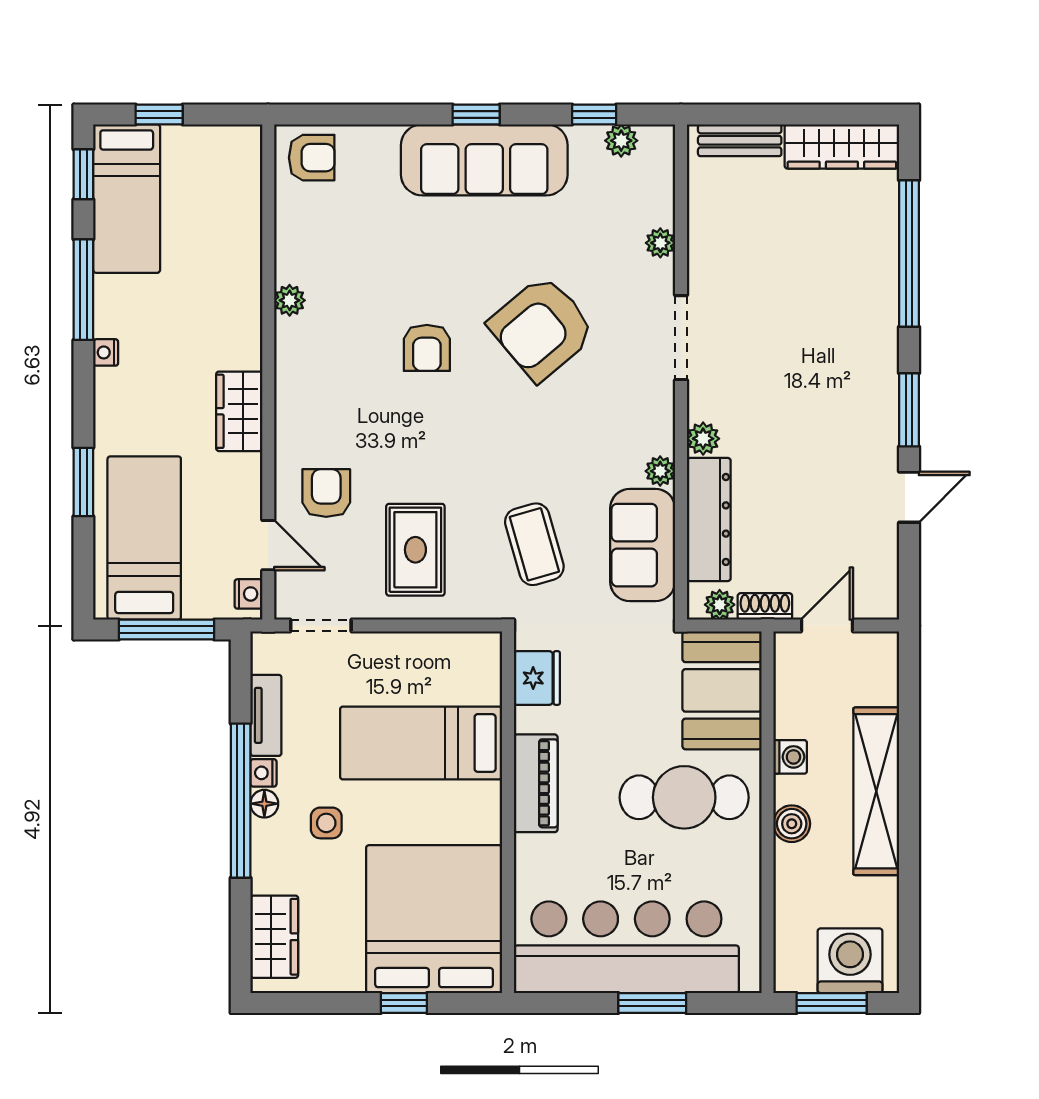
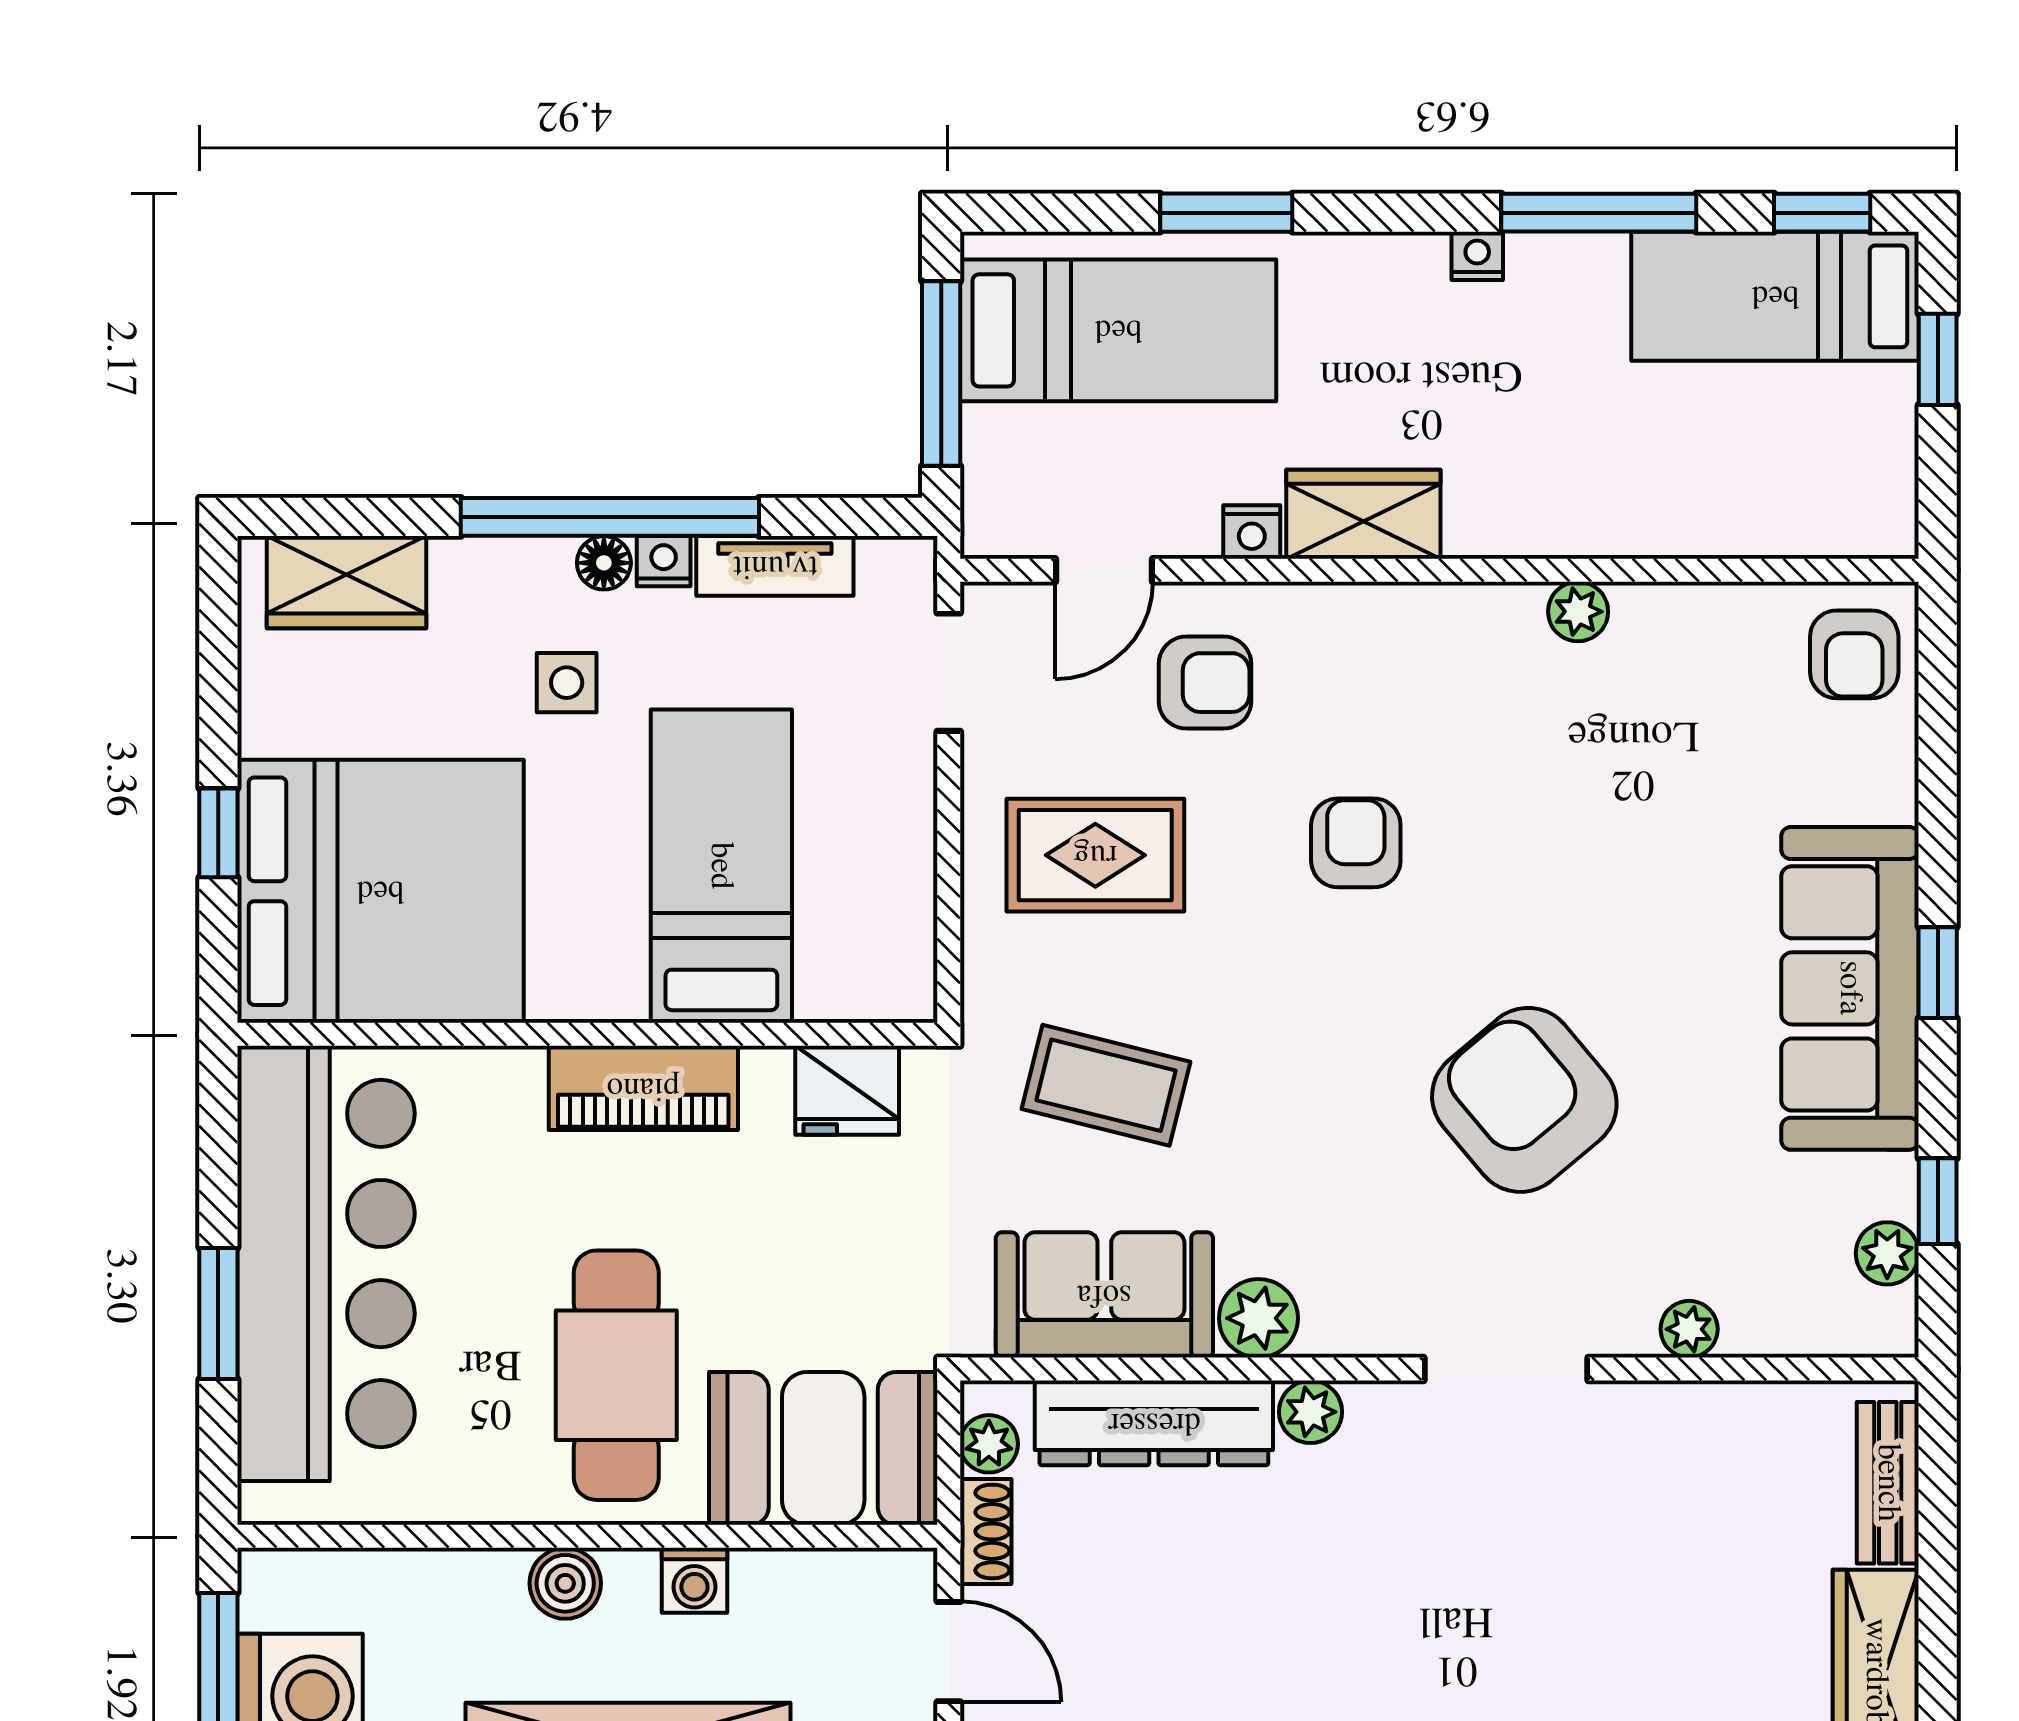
armchair: (427, 348) -> (1356, 843), moved, turned 90
plant: (660, 471) -> (1258, 1318), width x1.38, depth x1.38
coffee table: (534, 544) -> (1106, 1085), turned 30
nightstand: (248, 594) -> (1252, 532), moved

